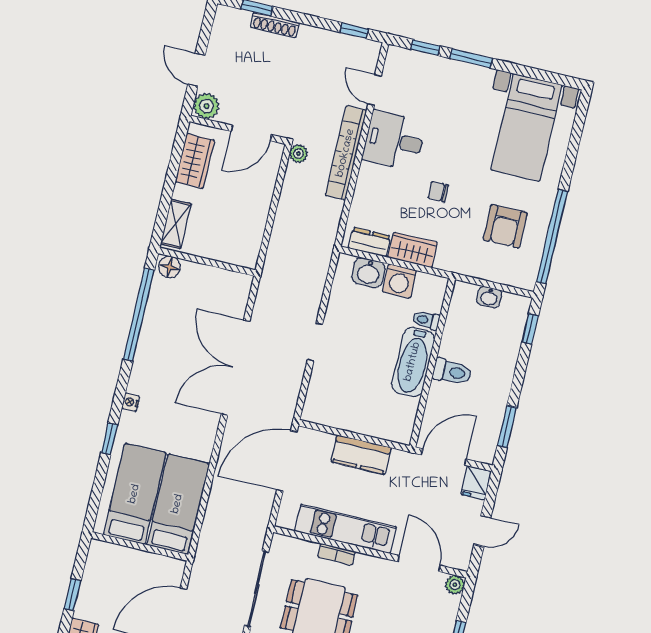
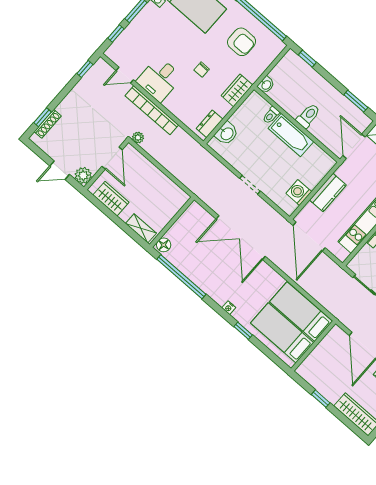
shoe rack: (275, 25) -> (48, 124), moved
wardrobe: (413, 250) -> (237, 90), moved
washing machine: (399, 281) -> (299, 192), moved, turned 180
washbasin: (489, 297) -> (266, 85), moved

